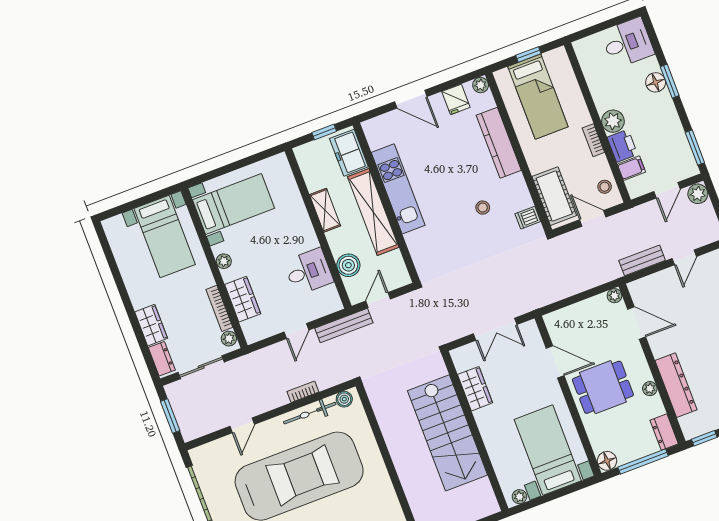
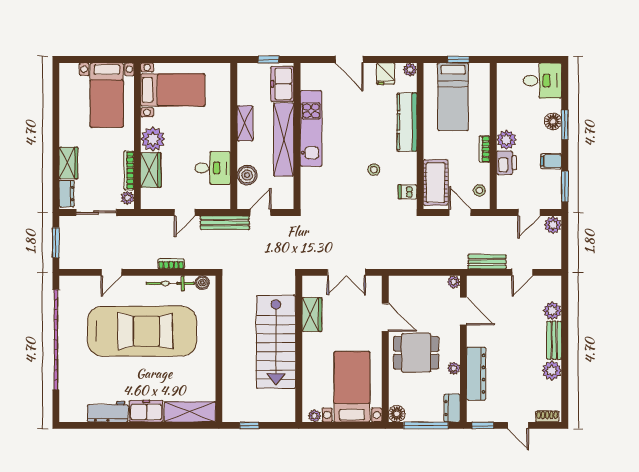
filing cabinet: (631, 168) -> (551, 161), moved, turned 180
plant: (224, 261) -> (153, 139), width x1.88, depth x1.88

